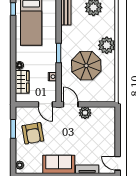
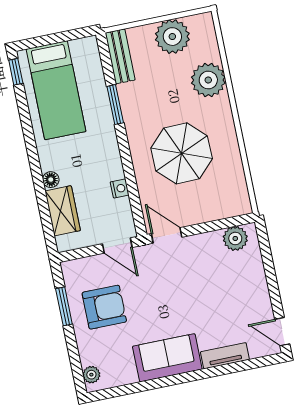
plant: (107, 45) -> (208, 80), moved
window: (59, 53) -> (115, 105), moved
plant: (85, 113) -> (235, 238), moved
armchair: (33, 133) -> (104, 307), turned -80

